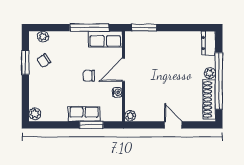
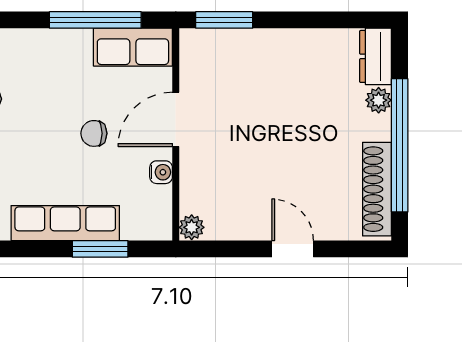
plant: (210, 73) -> (379, 100), moved
row of seats: (84, 114) -> (65, 223), width x1.48

